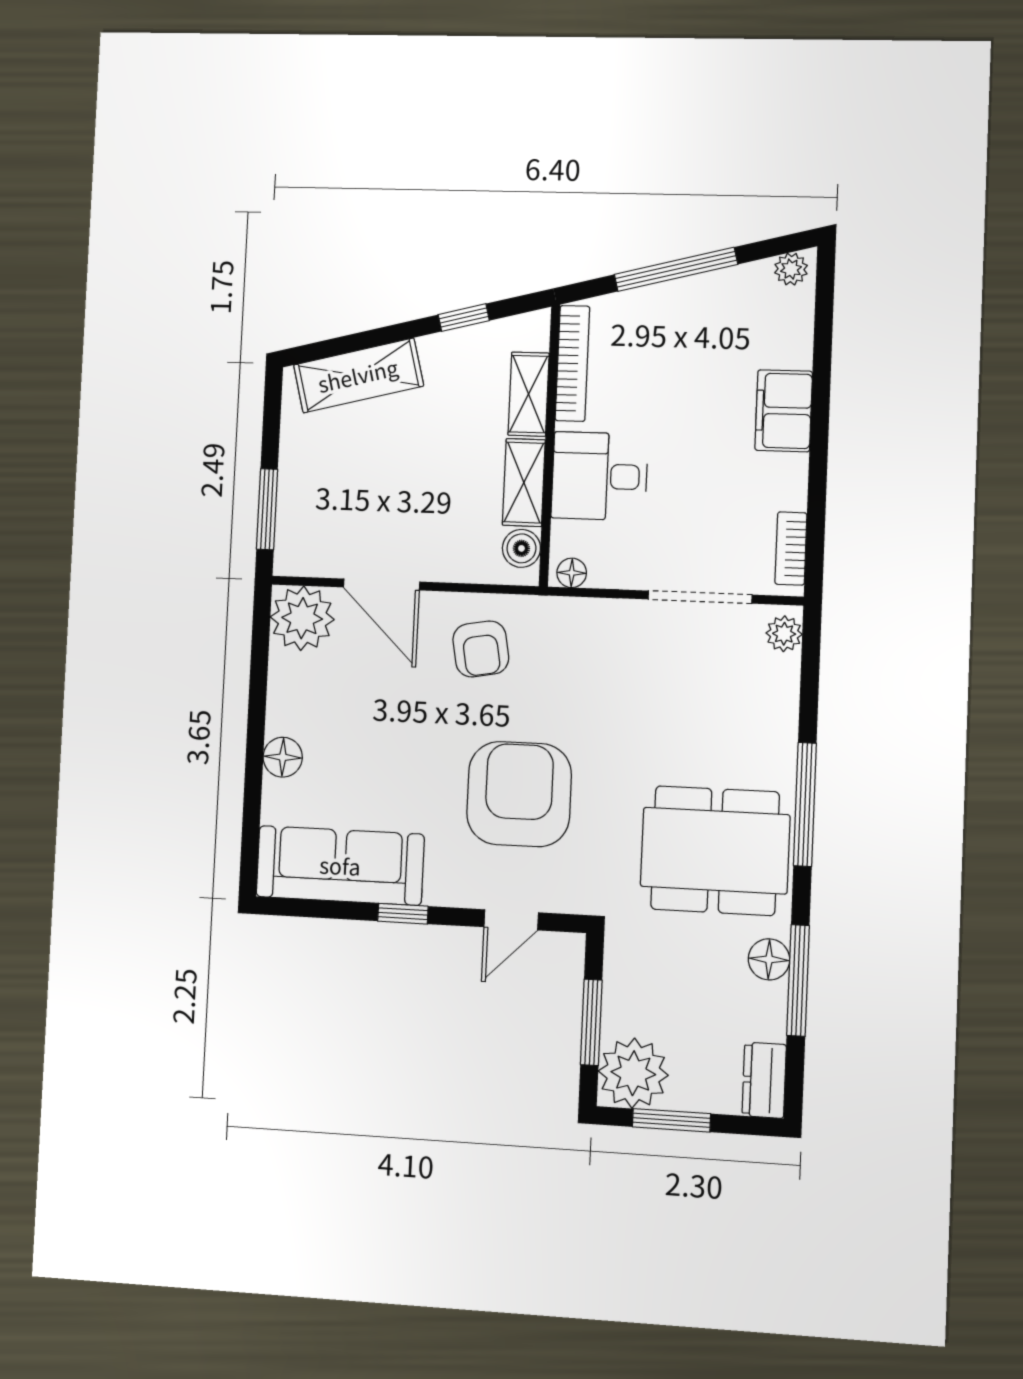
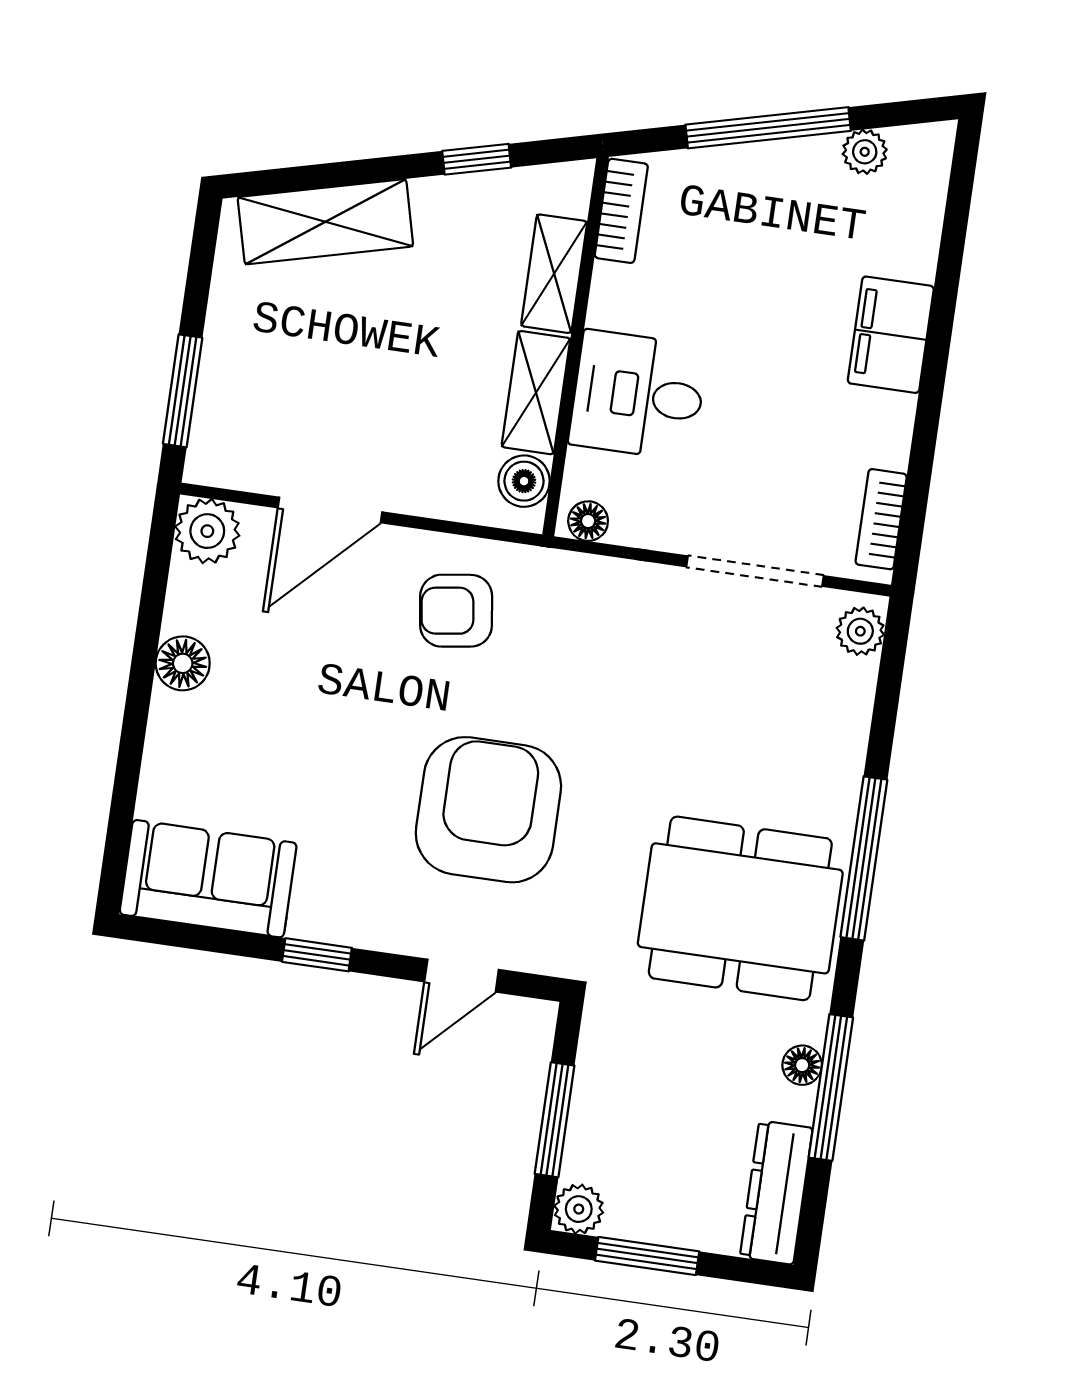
plant: (791, 269) -> (865, 152), moved
bookcase: (572, 363) -> (621, 211), width x0.64
door: (382, 585) -> (330, 510), hinge flipped
plant: (302, 618) -> (207, 531), width x0.73, depth x0.73
armchair: (481, 649) -> (456, 611), turned 92
floor lamp: (283, 757) -> (183, 663), moved
sofa: (340, 865) -> (208, 879), width x0.73
floor lamp: (769, 959) -> (802, 1065), width x0.73, depth x0.73
plant: (633, 1073) -> (579, 1209), width x0.53, depth x0.53
dresser: (764, 1080) -> (776, 1193), width x1.44

